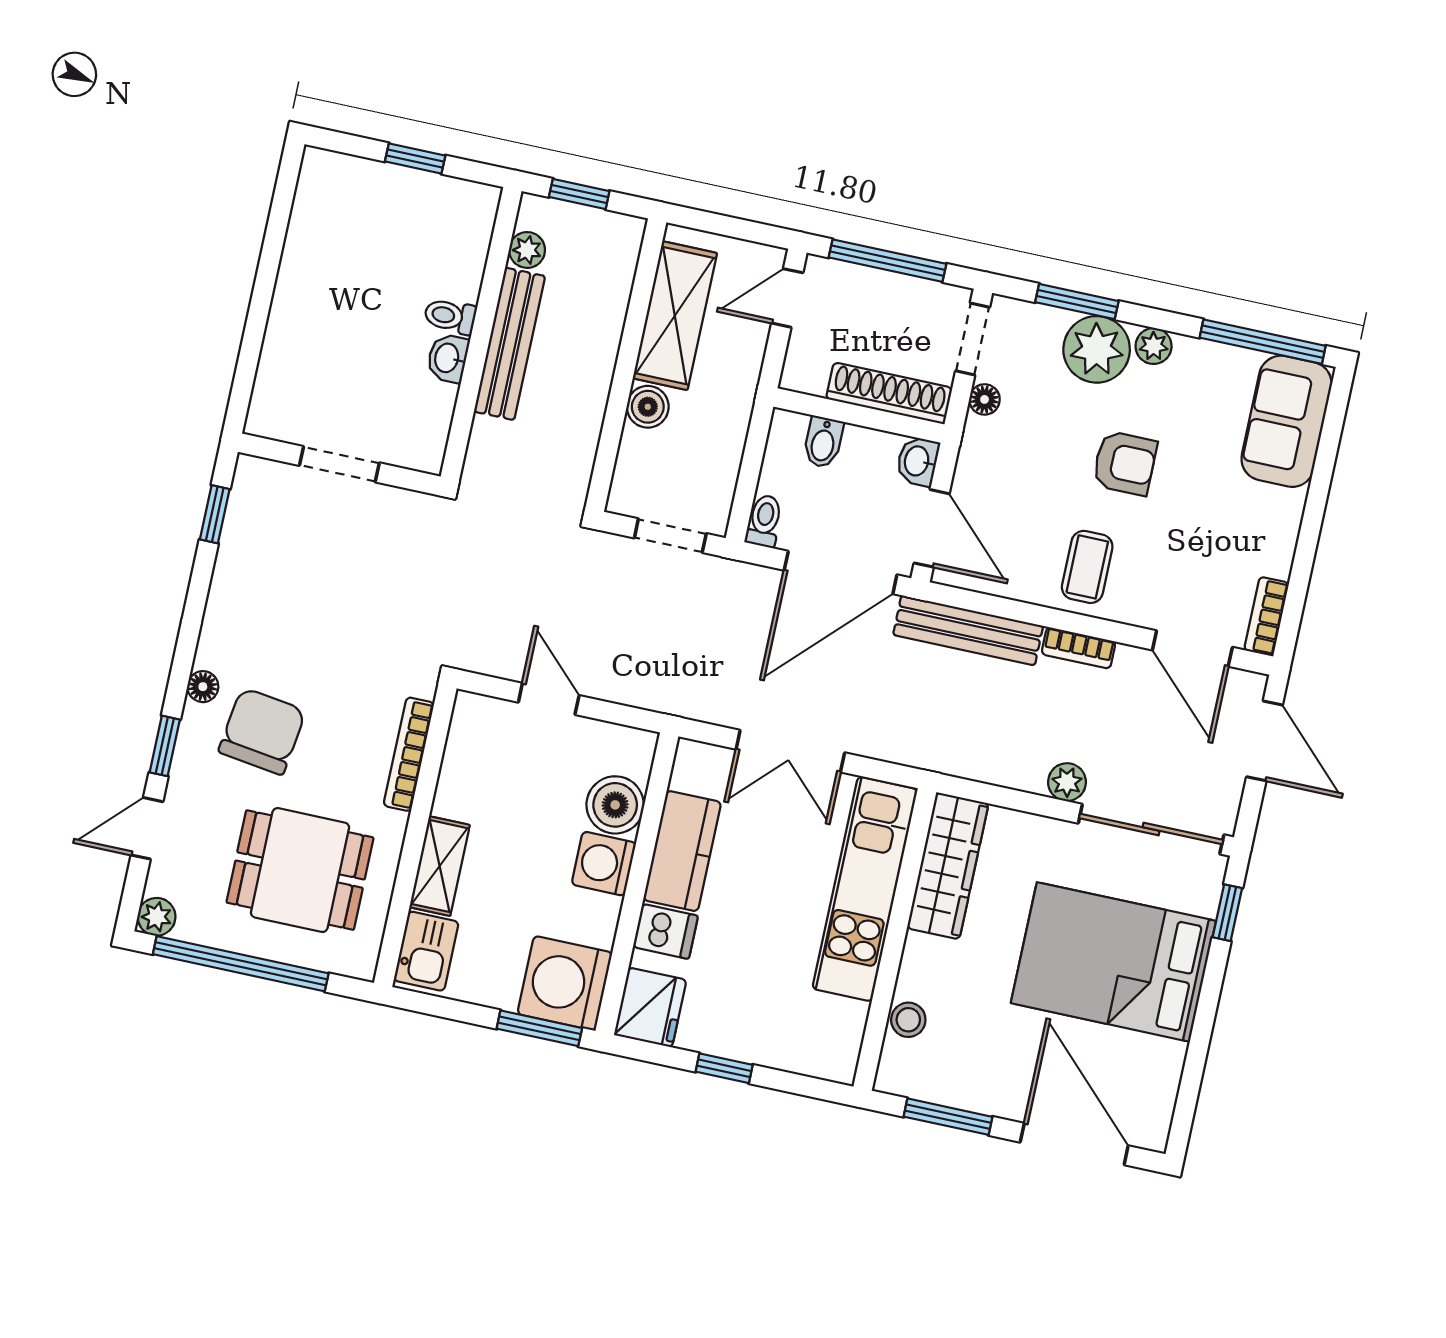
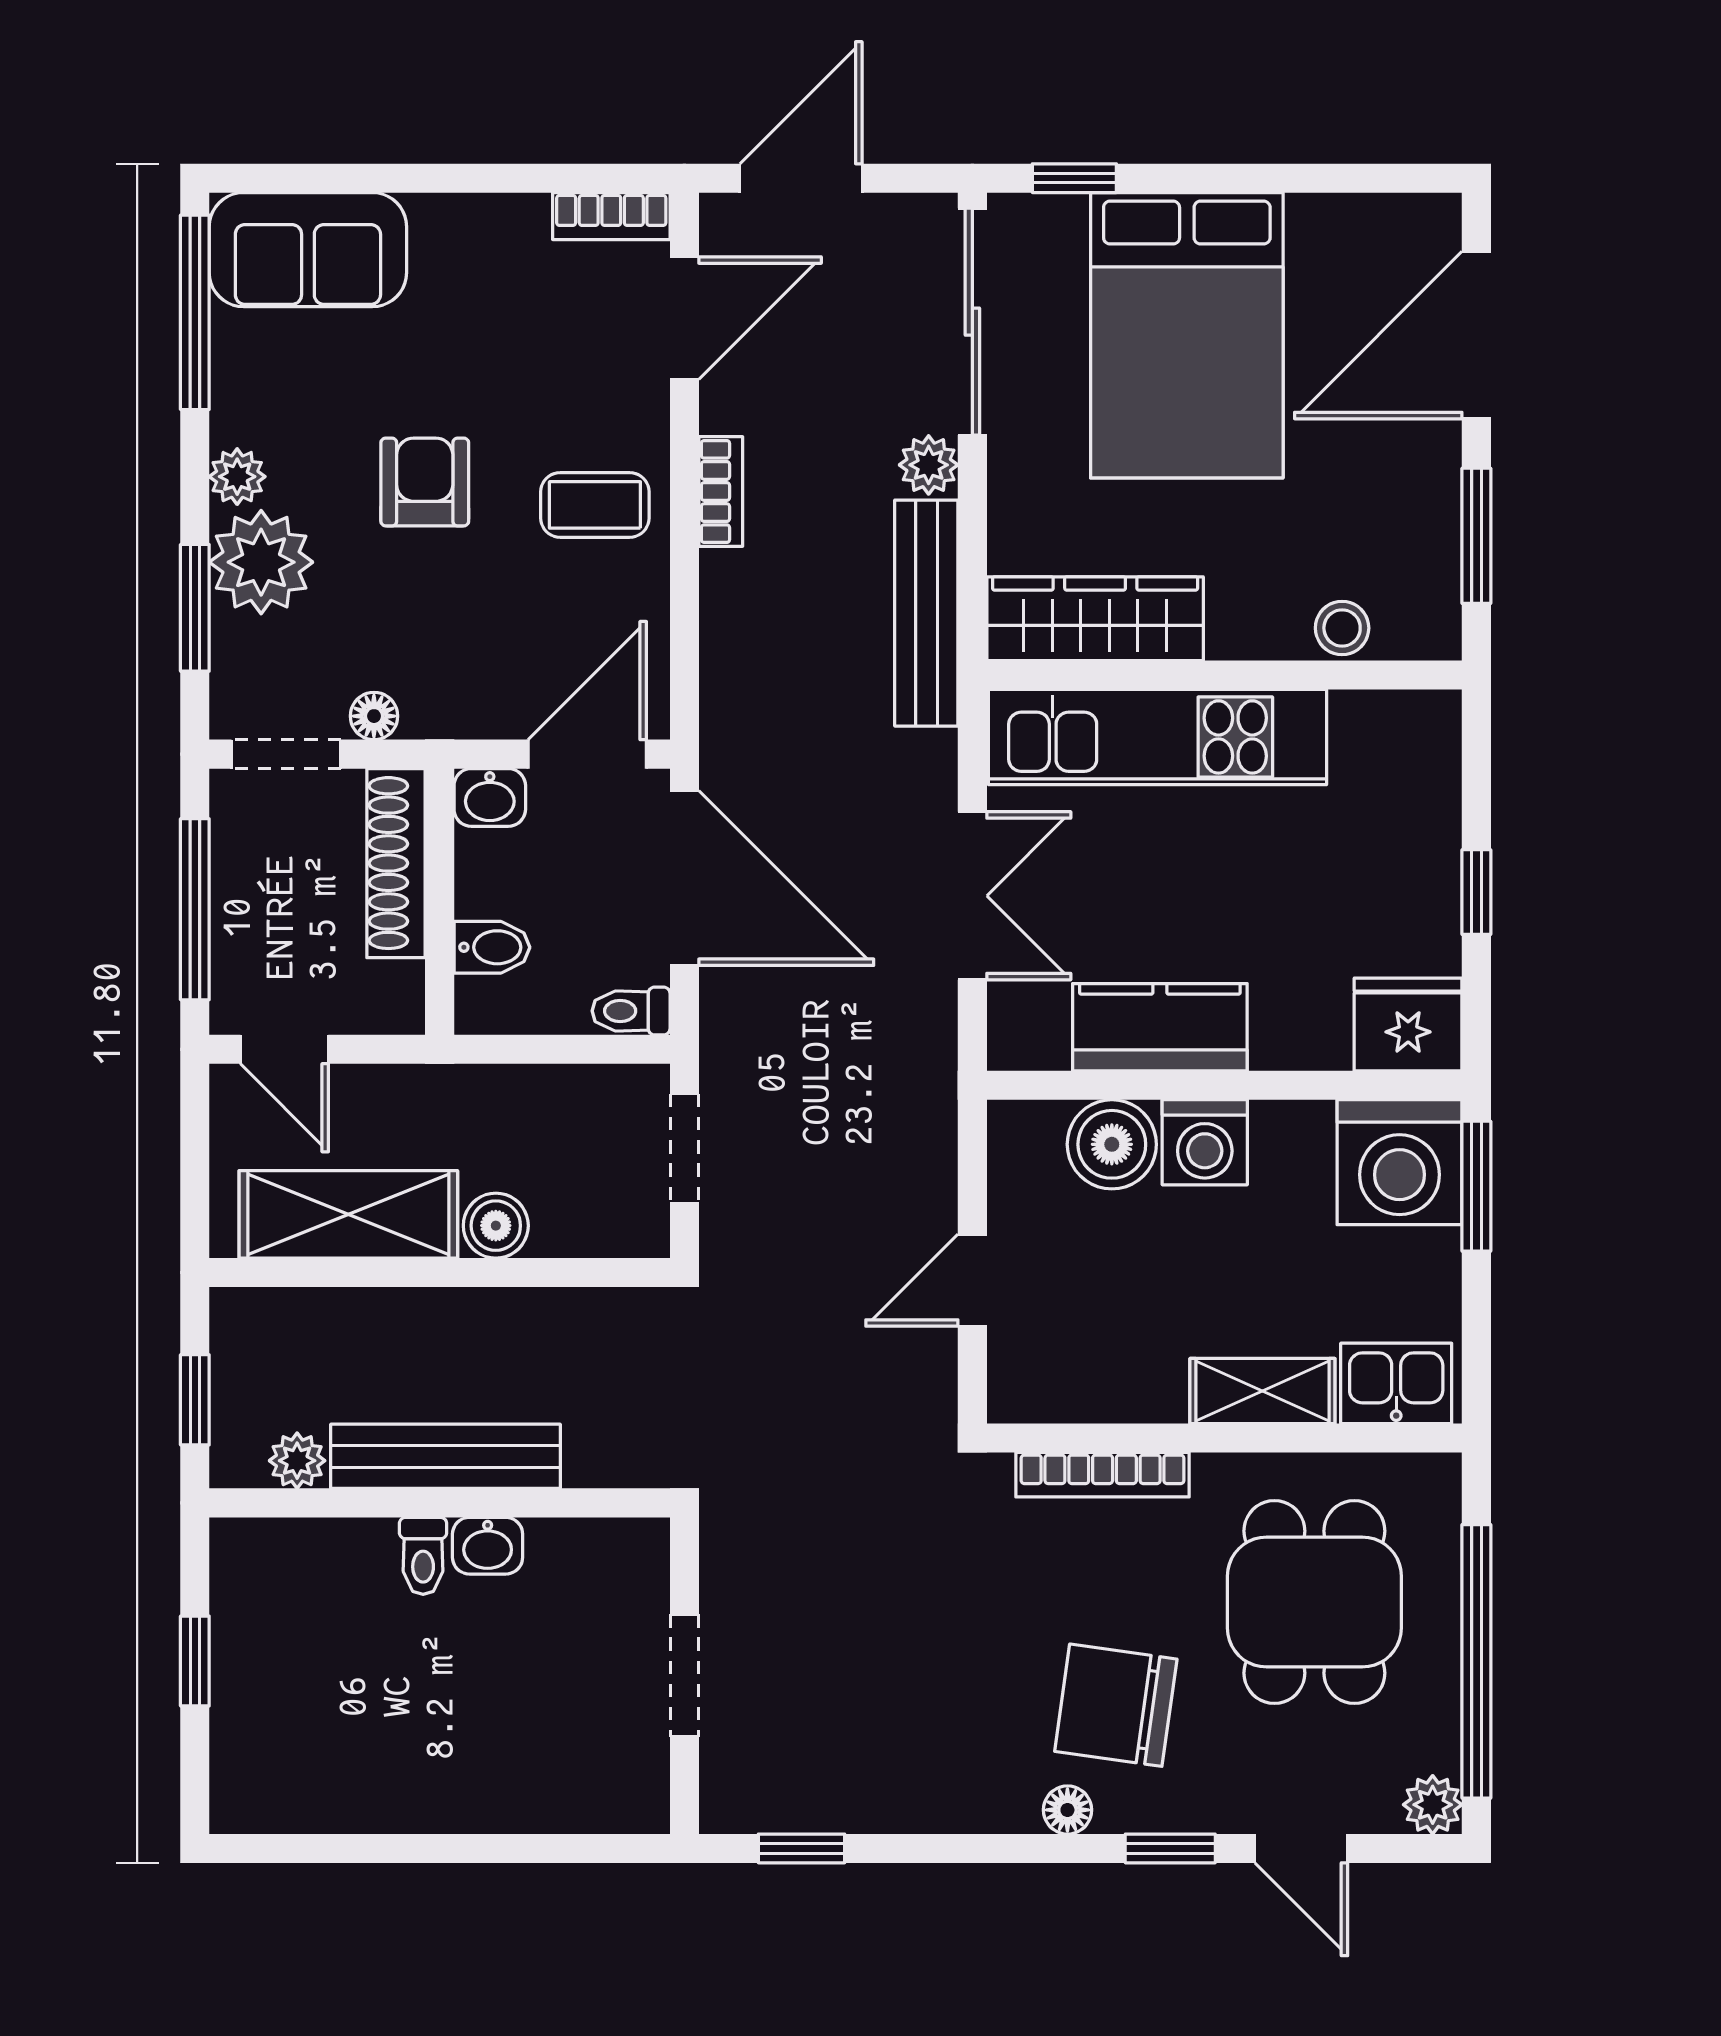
bench: (968, 630) -> (926, 613), moved
dishwasher: (665, 931) -> (1288, 1026), removed

